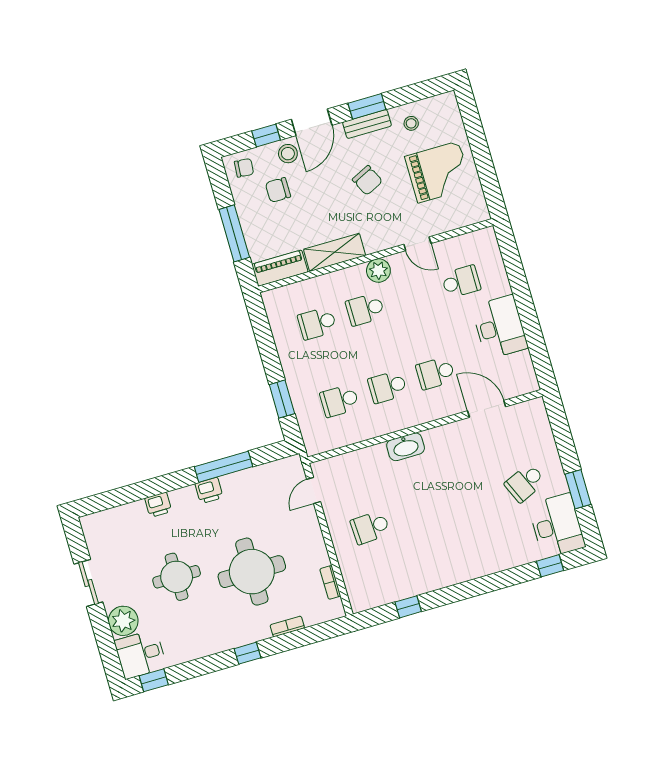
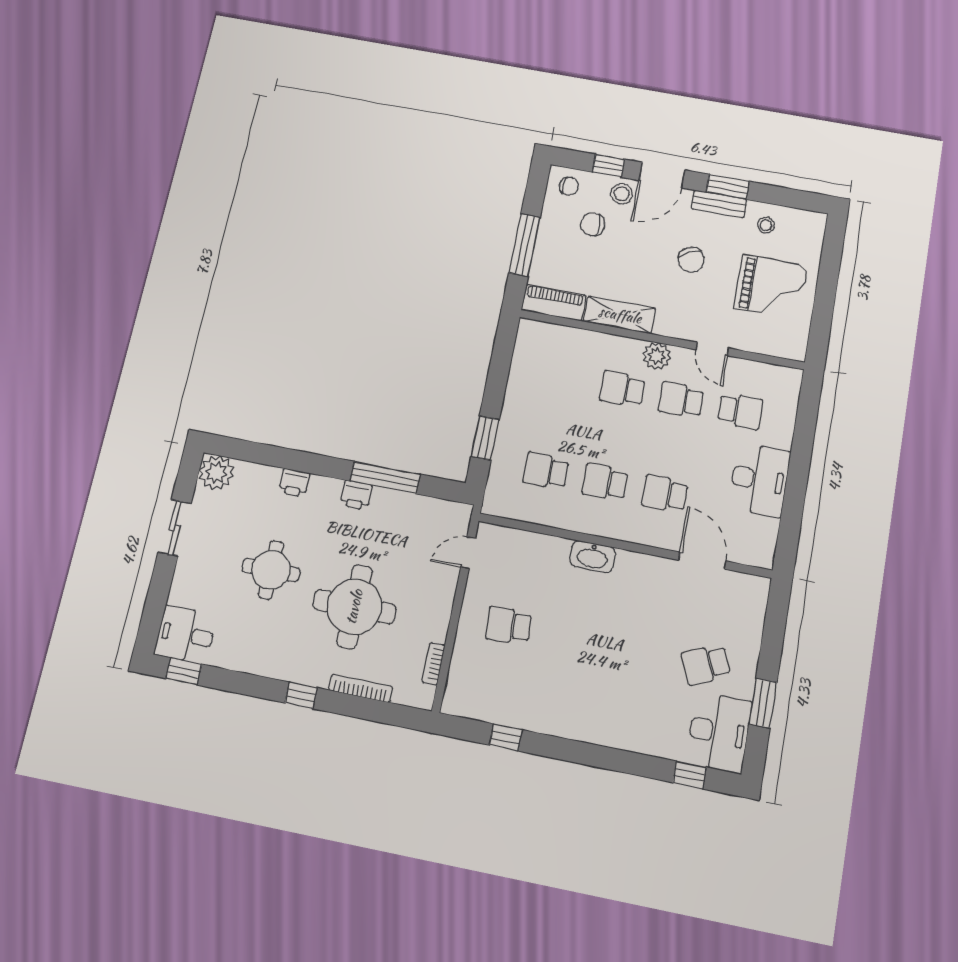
school desk: (317, 323) -> (681, 400), moved
plant: (123, 621) -> (216, 473), moved
bookcase: (287, 626) -> (360, 688), width x1.56

